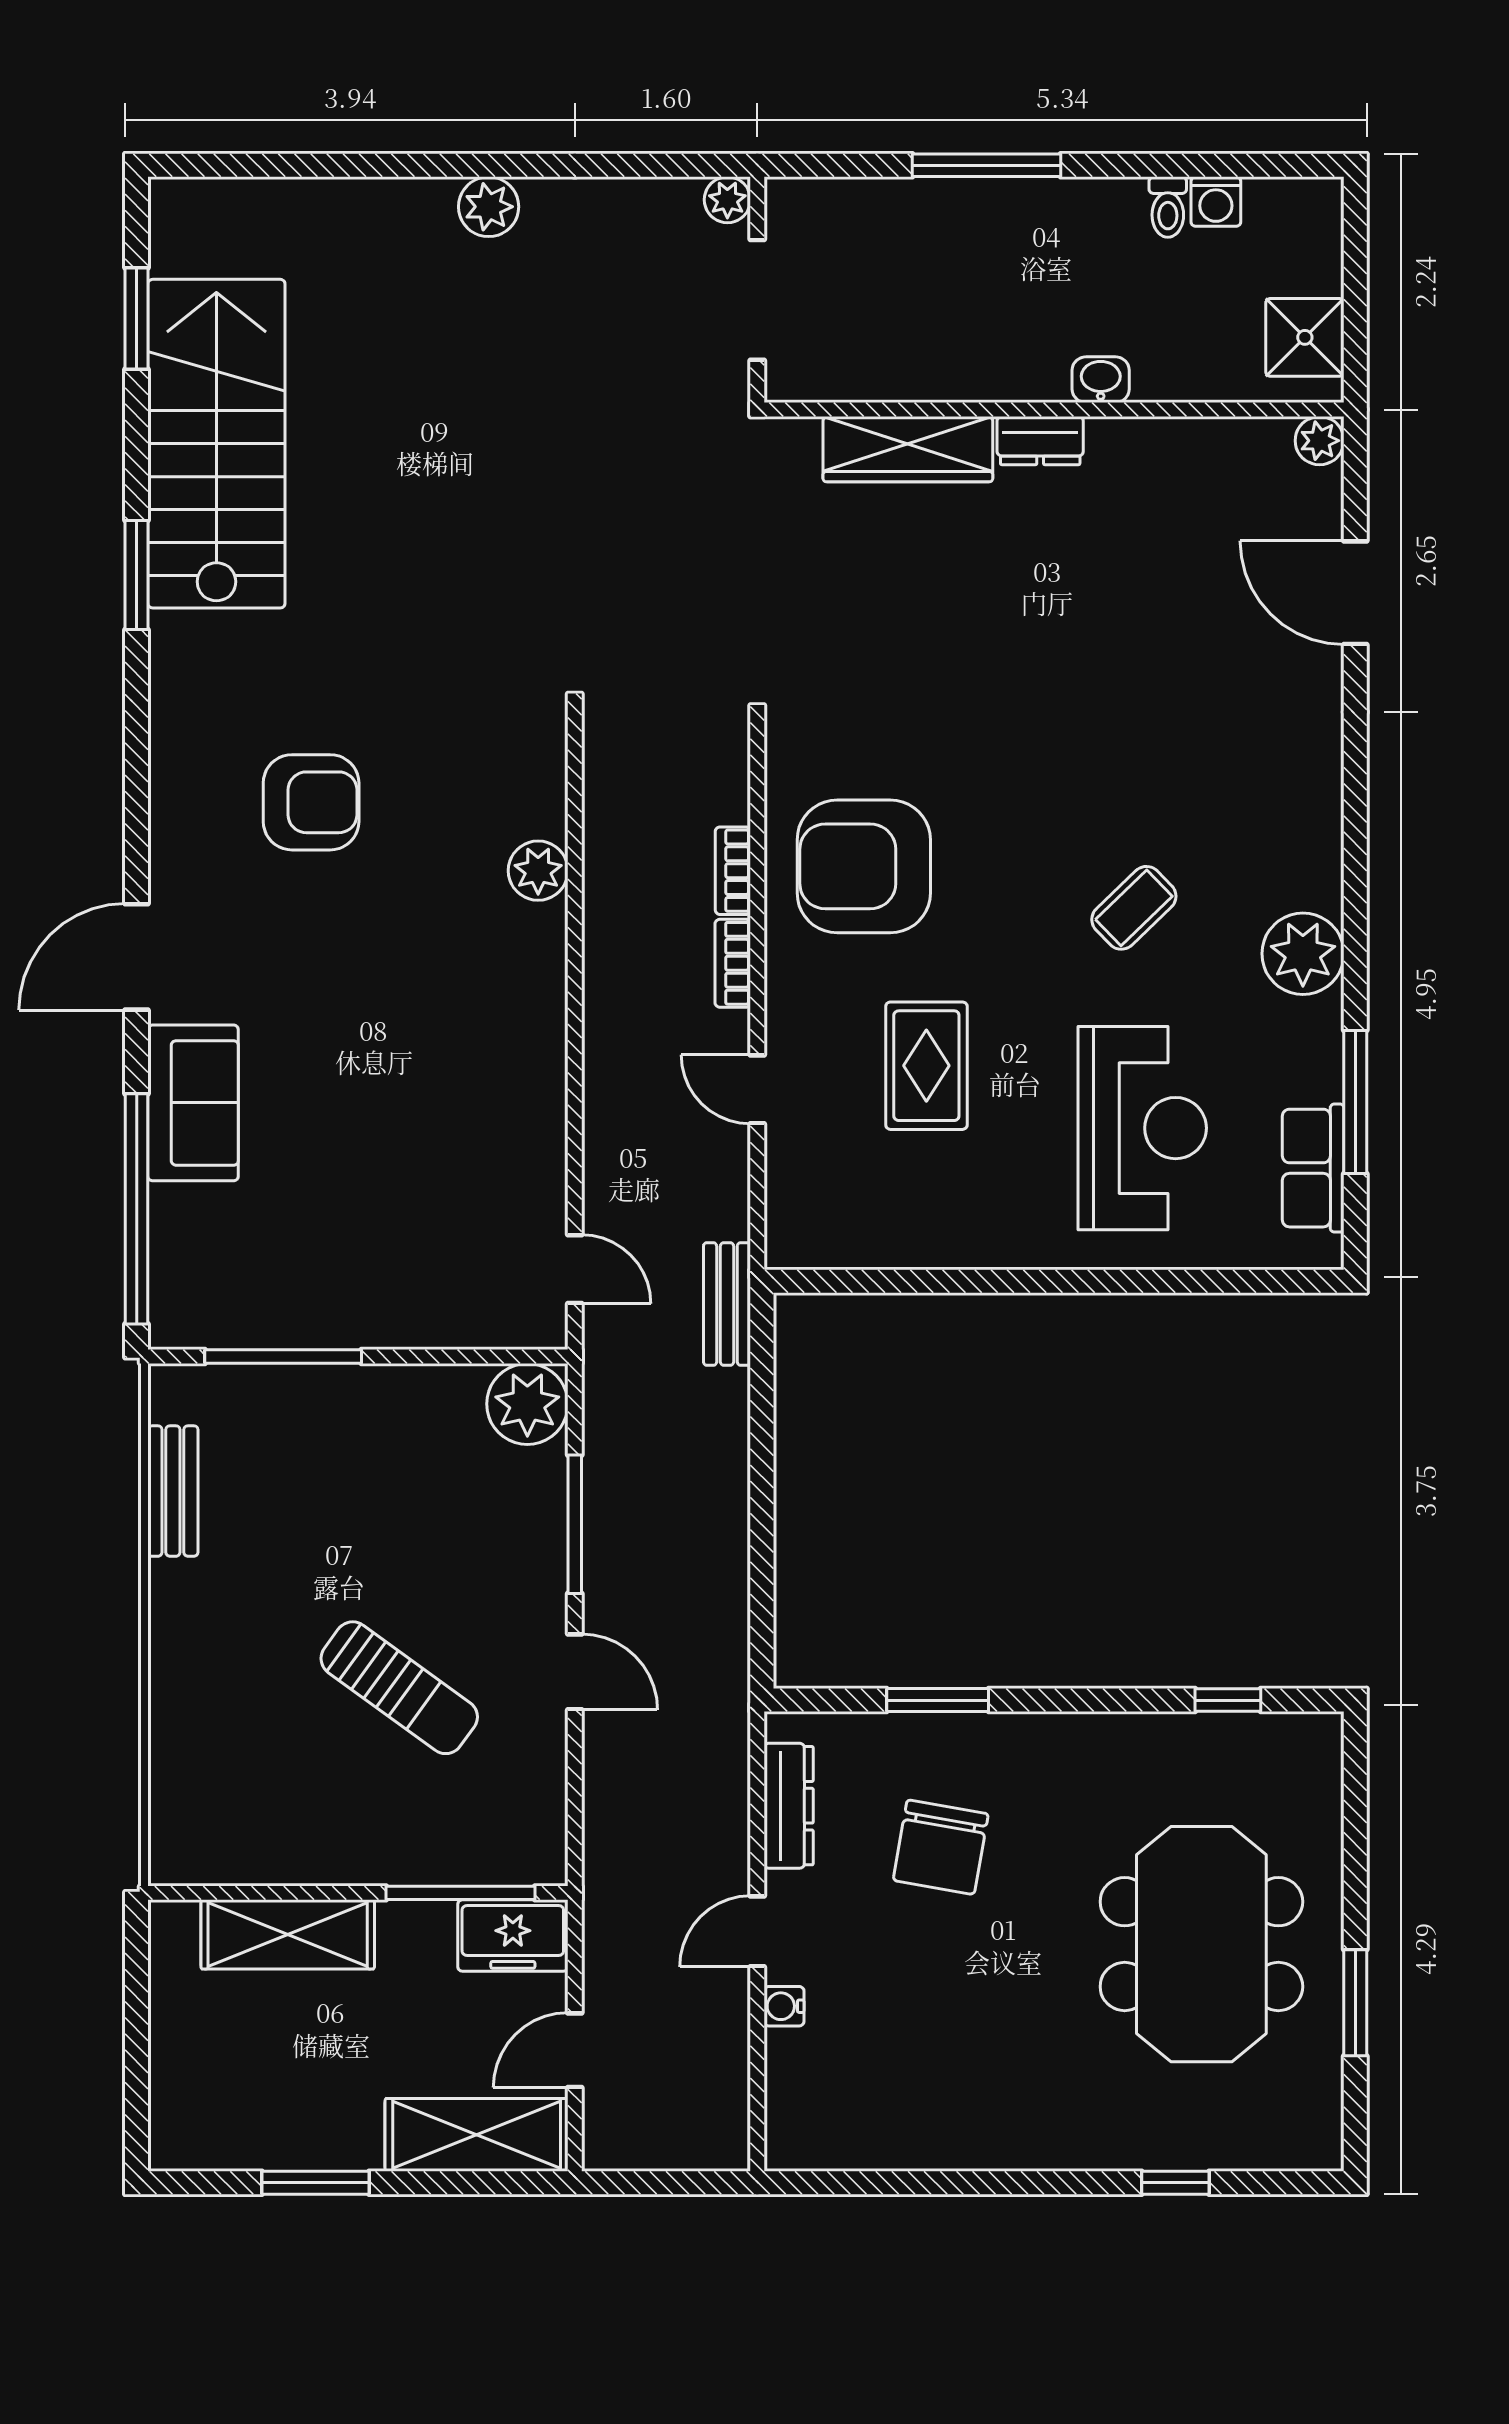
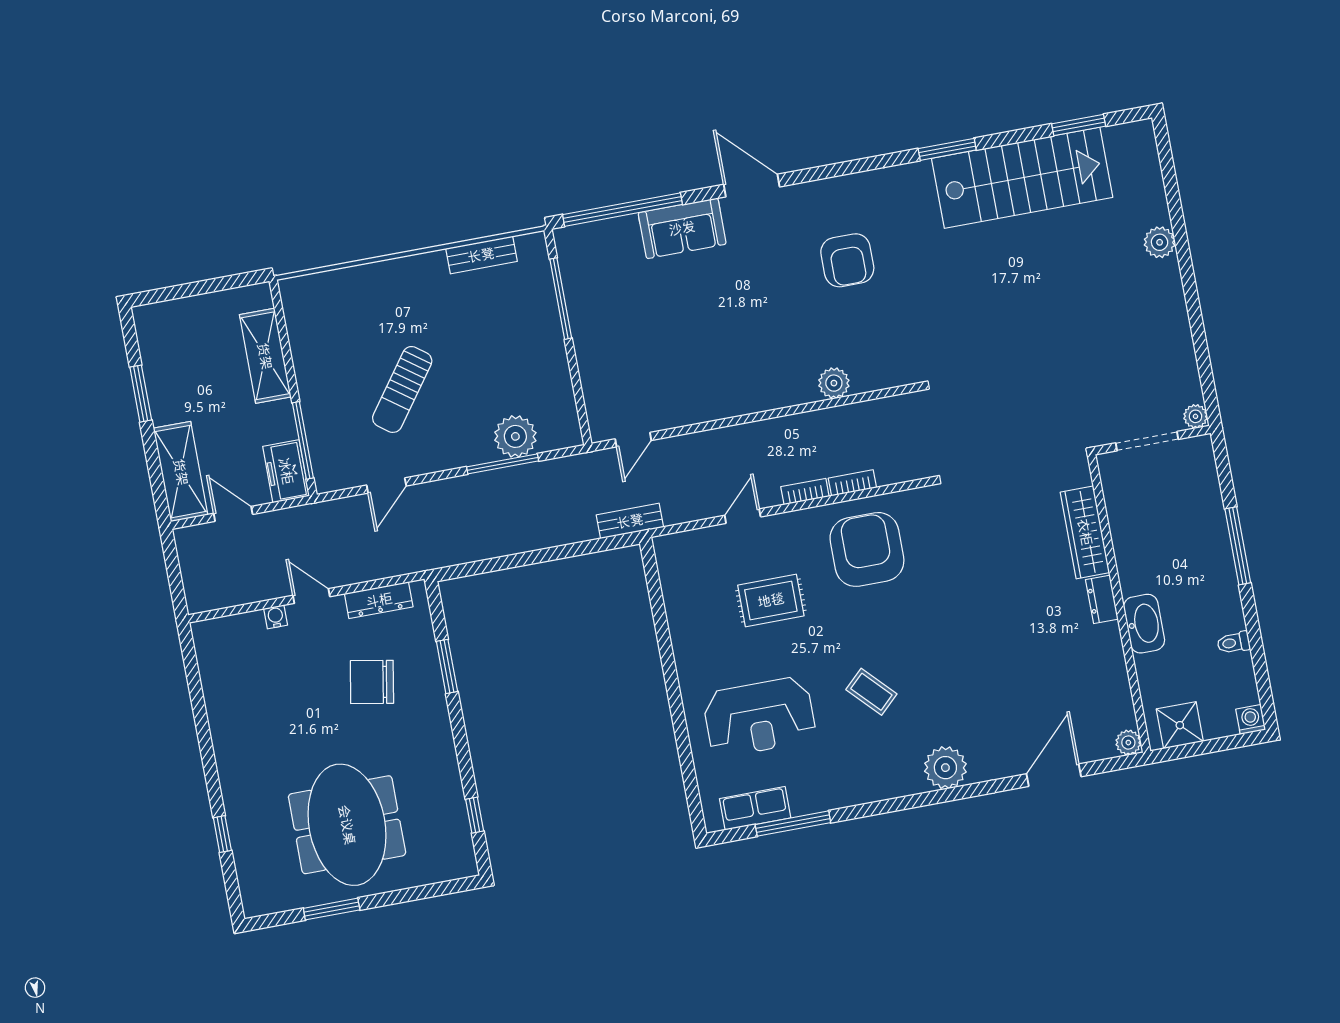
washing machine: (1216, 202) -> (1251, 720), moved, turned 90
plant: (489, 207) -> (1160, 242), moved
washbasin: (1101, 380) -> (1144, 624), width x1.91, depth x1.45
plant: (1303, 954) -> (945, 768), moved
plant: (527, 1404) -> (515, 436), moved
door: (575, 1672) -> (386, 485), moved
meeting table: (1201, 1944) -> (347, 825), turned 90

